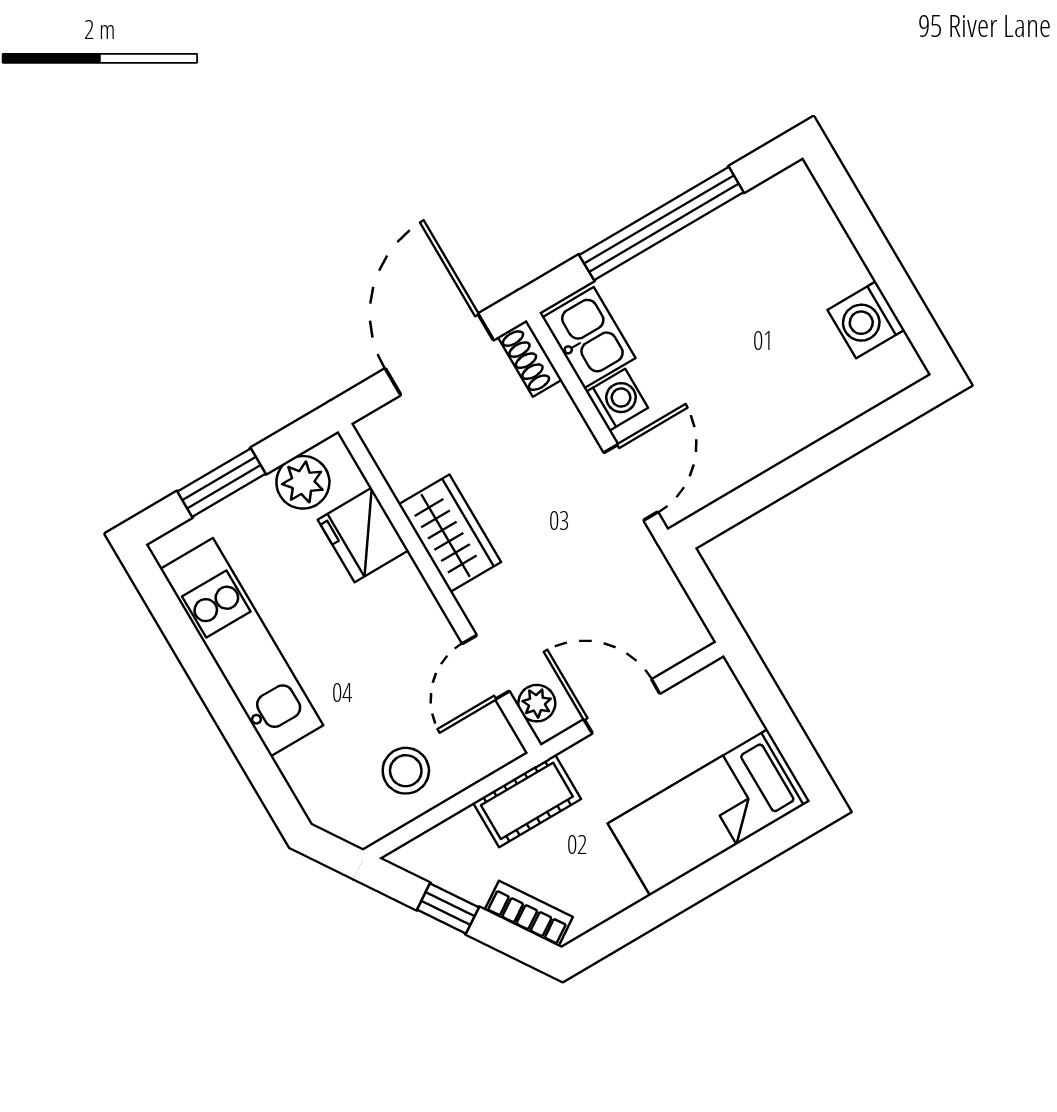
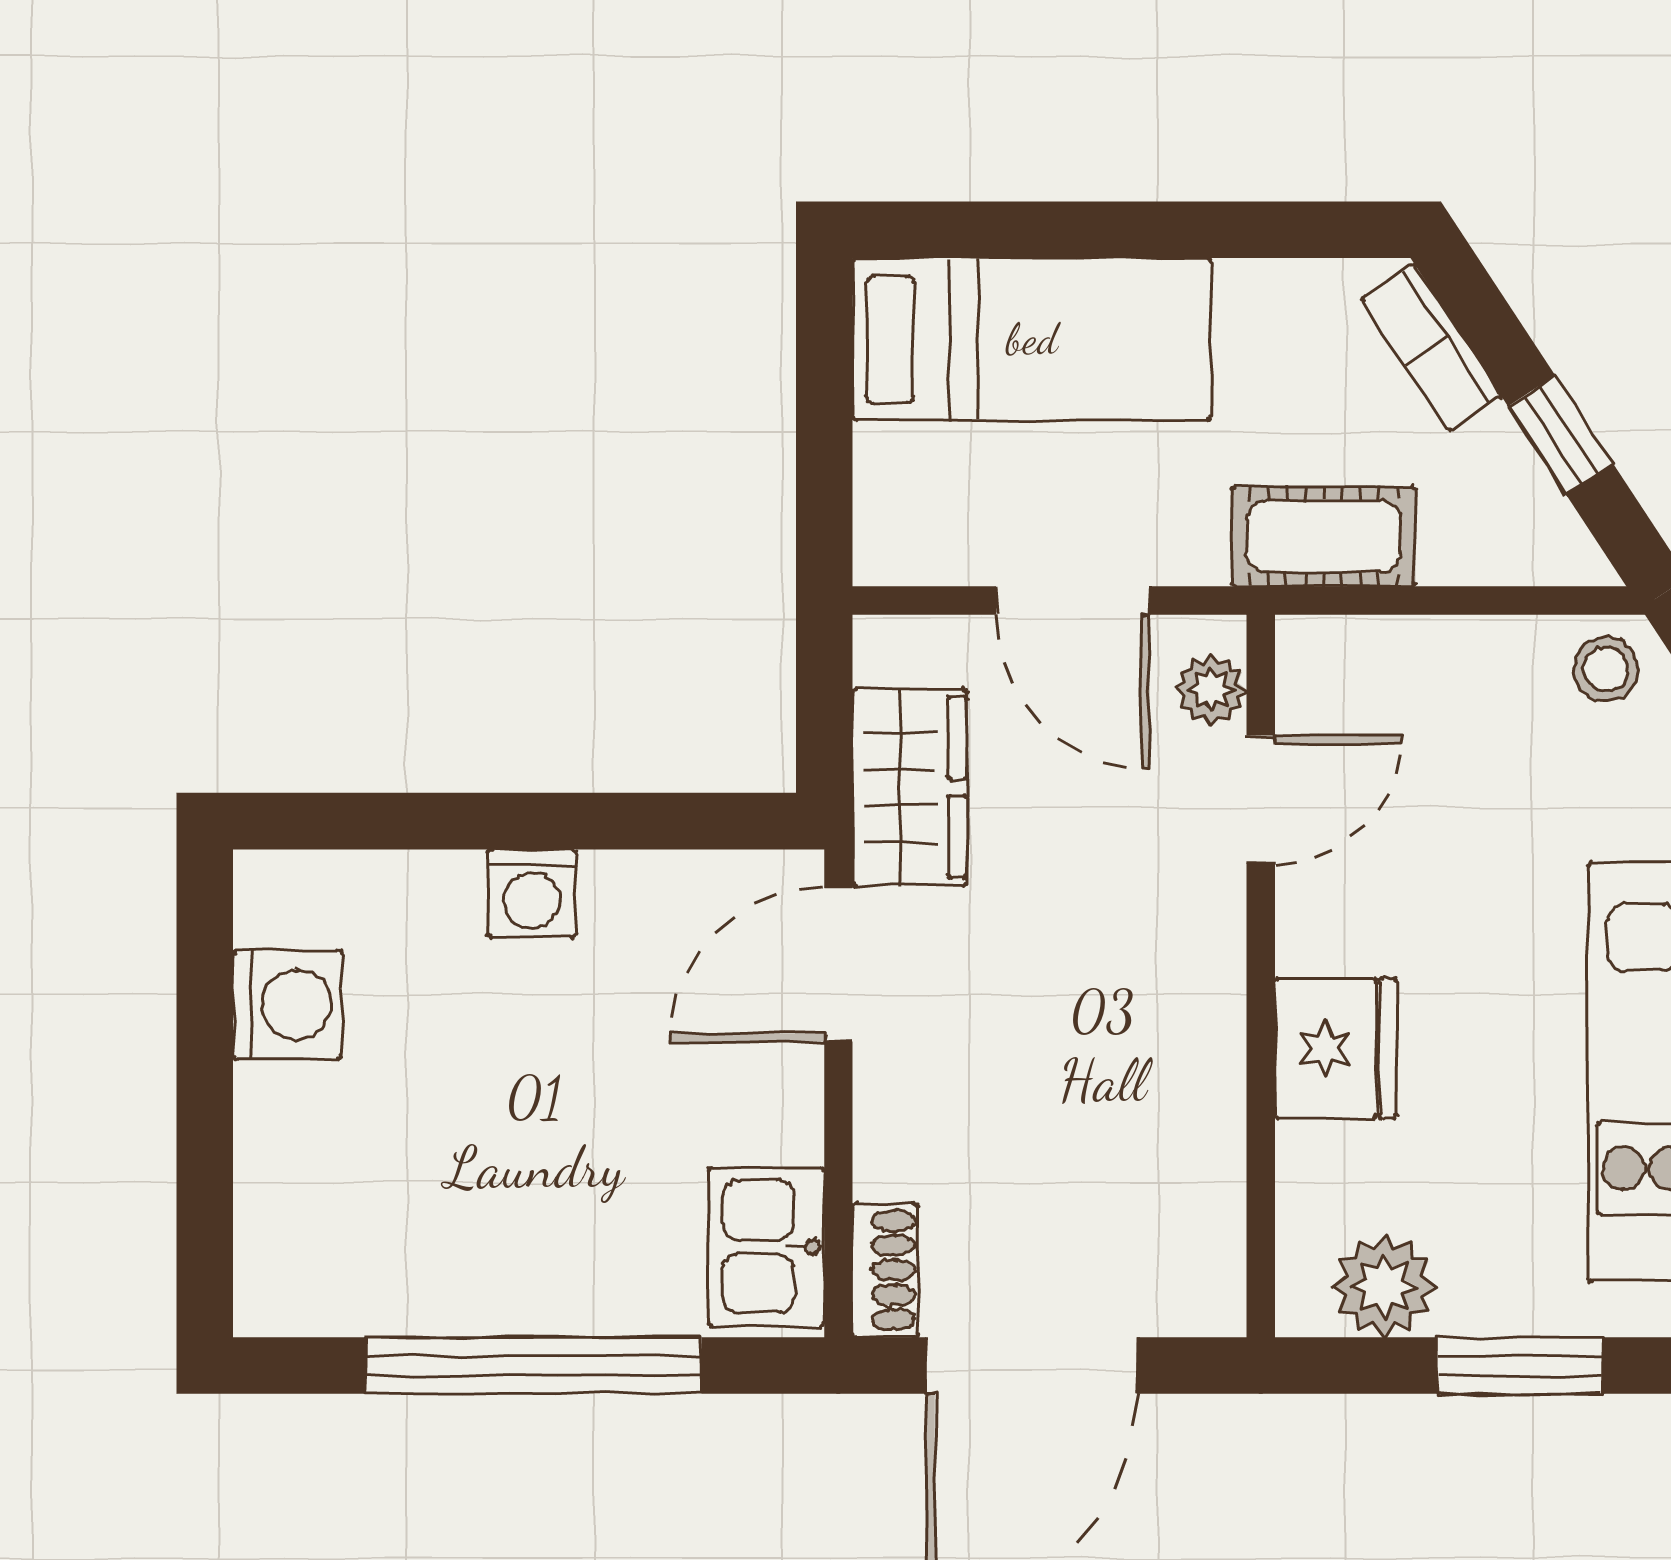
washing machine: (617, 400) -> (532, 893), moved, turned -90
wardrobe: (450, 533) -> (910, 787), moved, turned 180
fridge: (363, 535) -> (1335, 1048), moved
stool: (406, 771) -> (1606, 669), moved, width x0.73, depth x0.73

